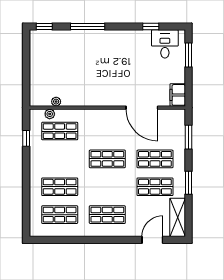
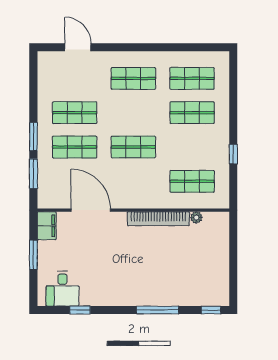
window: (188, 55) -> (33, 255), moved
bookcase: (87, 101) -> (158, 219), added
plant: (50, 114) -> (204, 202), removed
window: (26, 138) -> (233, 154), moved
window: (188, 183) -> (33, 137), moved
shelving: (178, 217) -> (47, 75), removed
door: (152, 240) -> (78, 47), swing flipped

